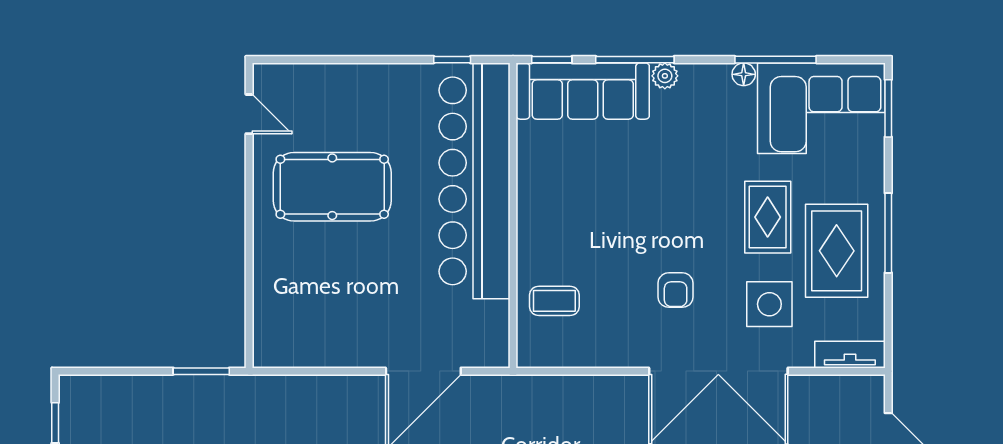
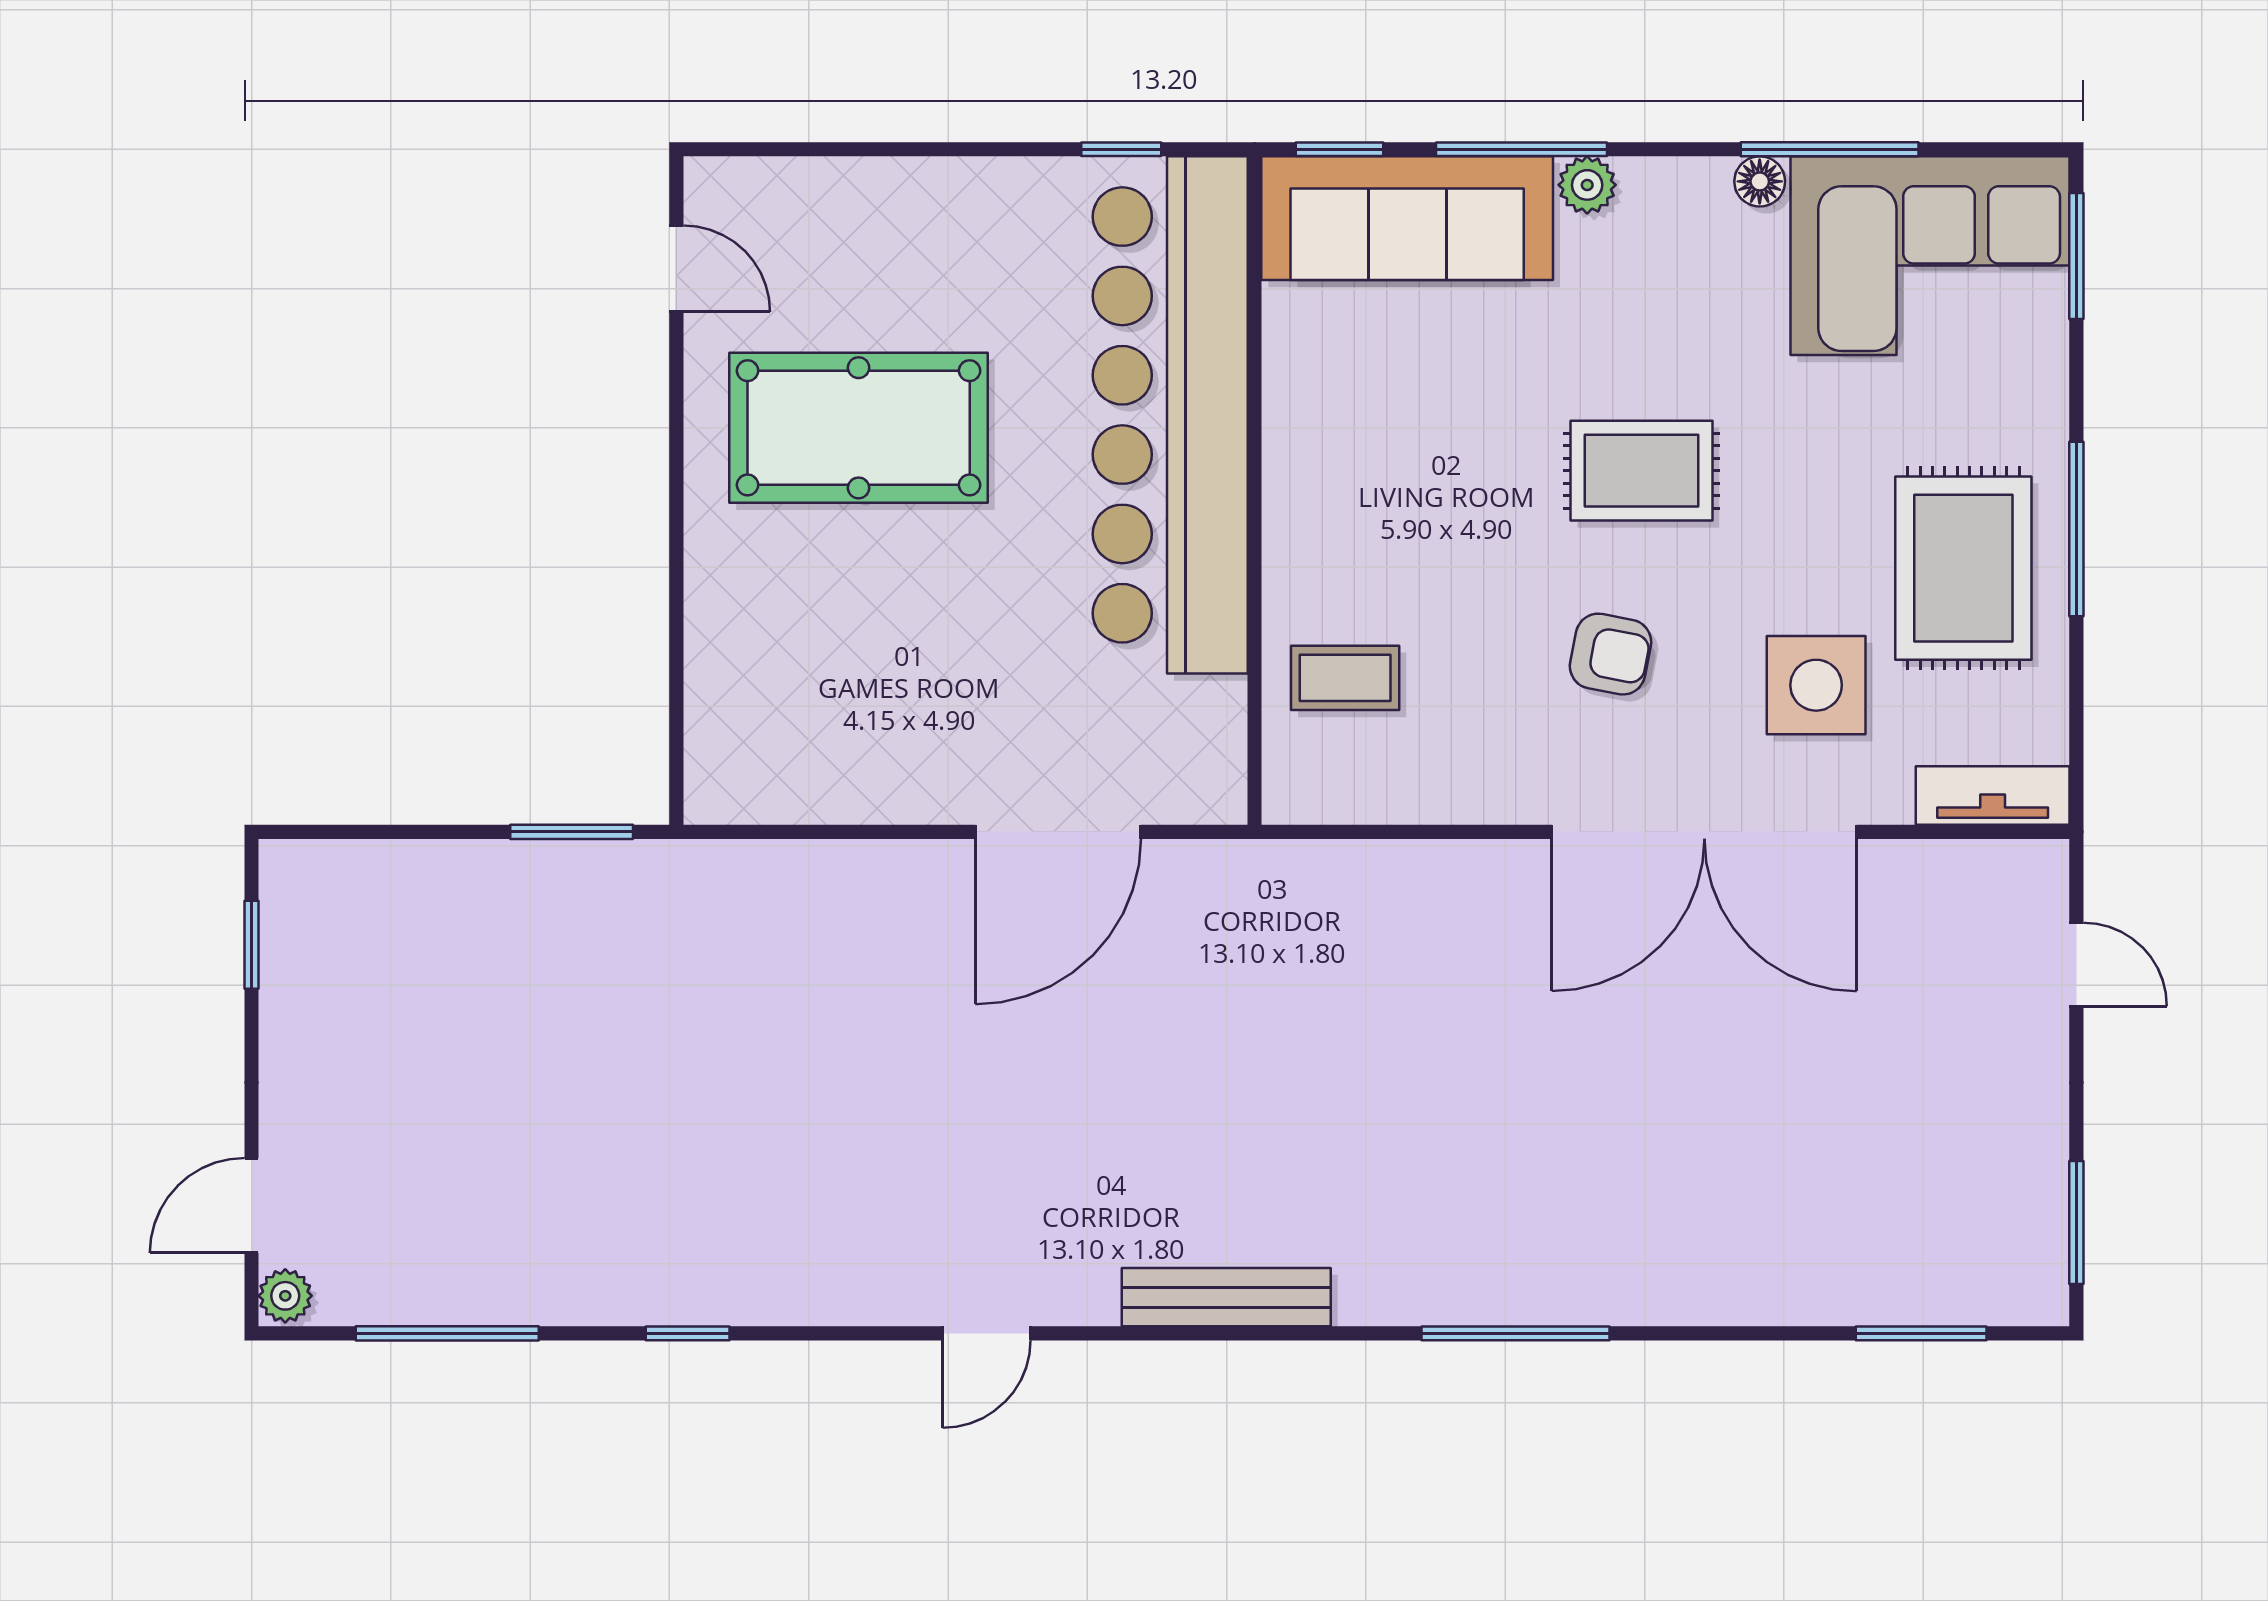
rug: (768, 217) -> (1641, 471), moved, turned 90
armchair: (676, 290) -> (1611, 654), turned -79

